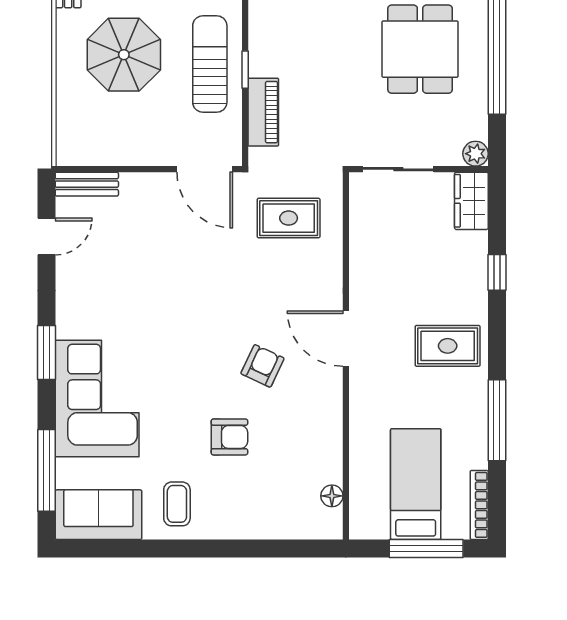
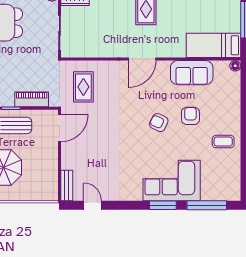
window: (46, 352) -> (163, 205), moved
armchair: (262, 366) -> (159, 123), moved
bed: (416, 484) -> (213, 45), moved
floor lamp: (332, 496) -> (235, 66), moved
sofa: (98, 515) -> (192, 73), moved, turned -90

